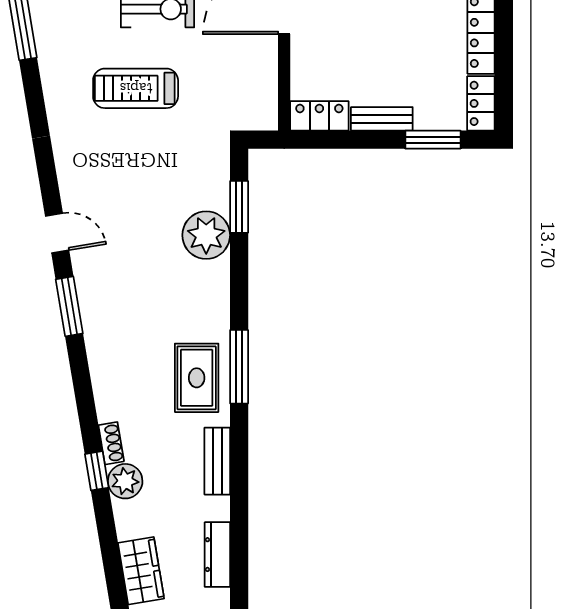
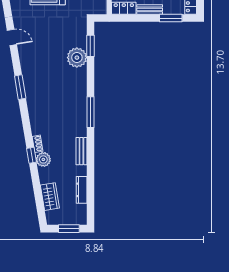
door: (57, 233) -> (12, 37), moved
rug: (197, 378) -> (73, 117), removed

